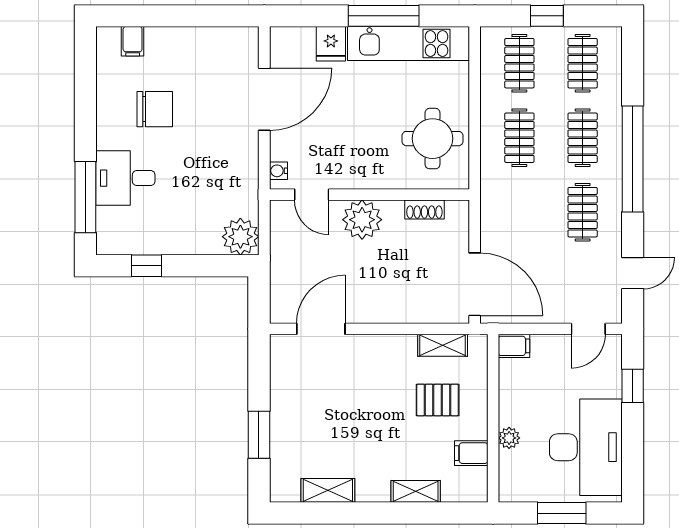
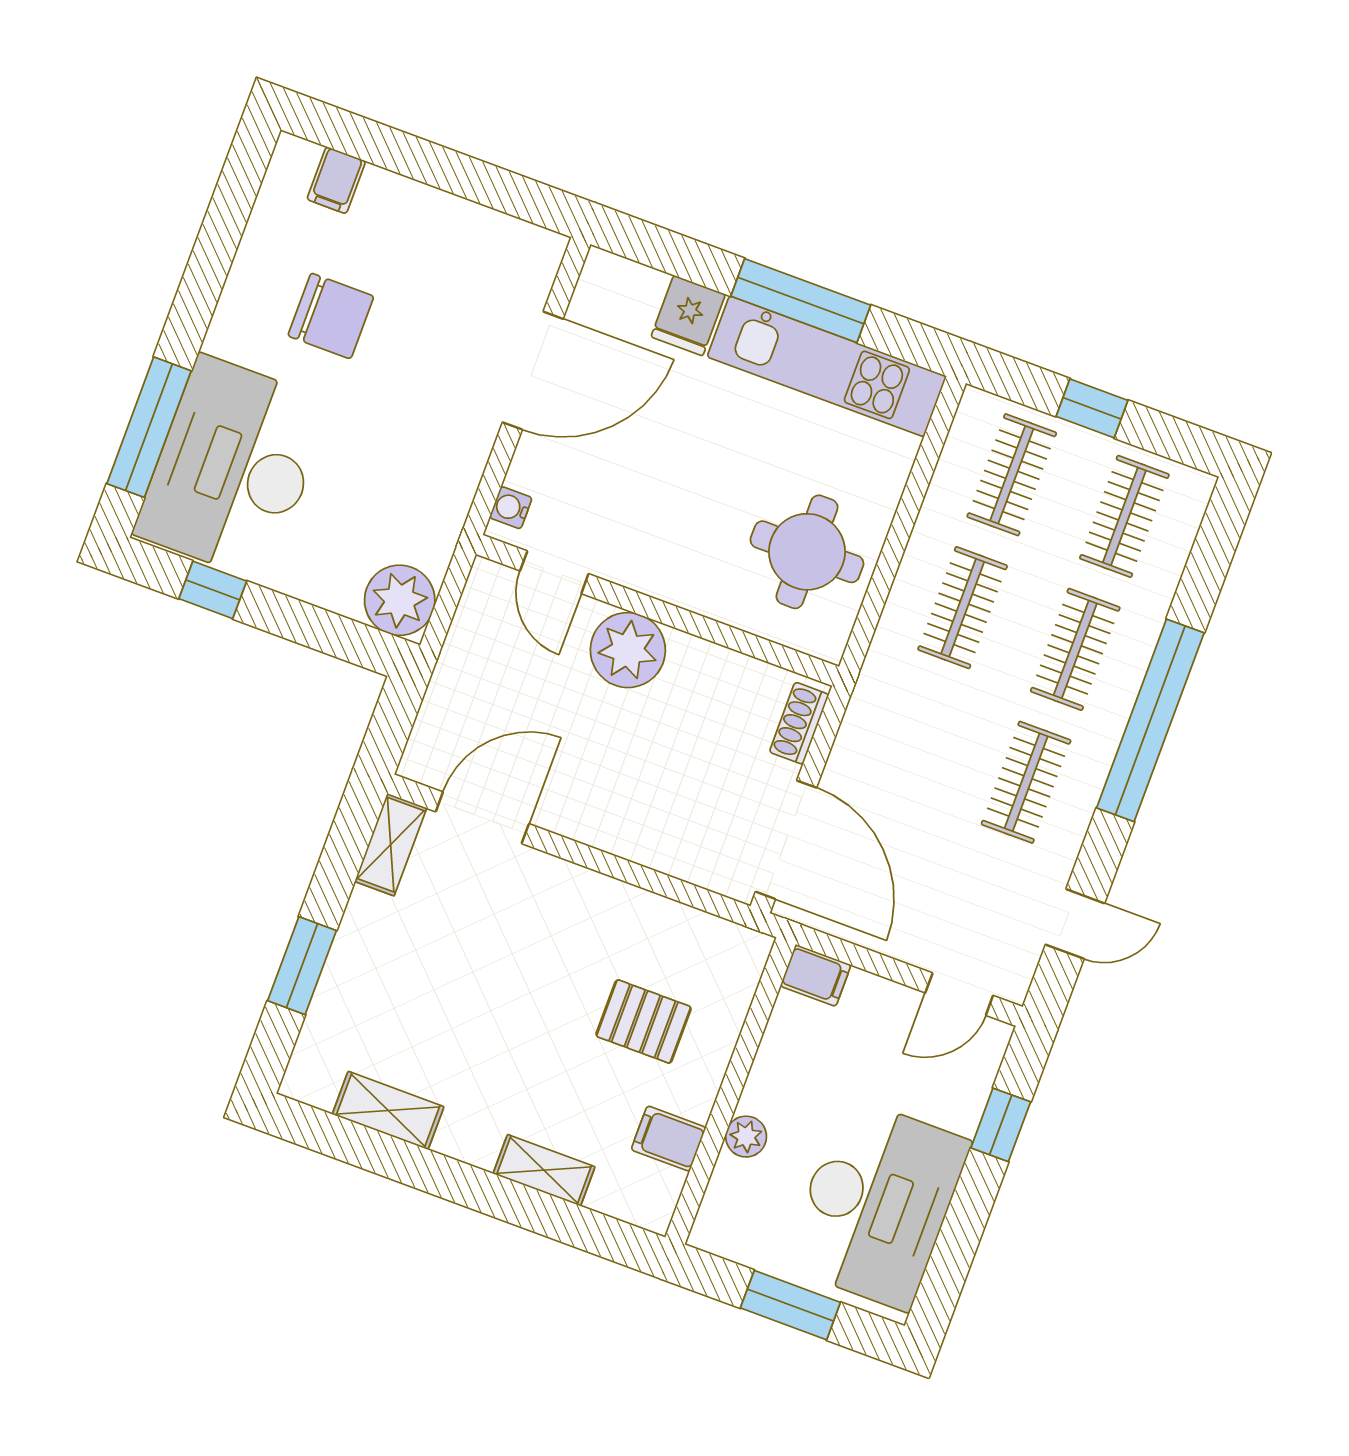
desk: (125, 178) -> (233, 468), width x1.87, depth x1.30
shoe rack: (424, 210) -> (799, 723), moved, turned 90
shelving: (443, 345) -> (391, 845), moved, turned 90

